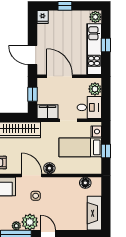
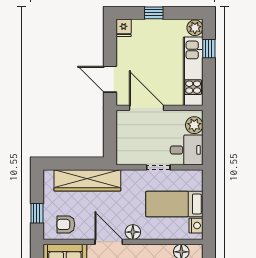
window: (106, 45) -> (209, 49), moved
window: (32, 94) -> (110, 132), removed
filing cabinet: (47, 112) -> (130, 156), removed
nightstand: (96, 131) -> (196, 226), moved
window: (106, 151) -> (209, 209), removed

